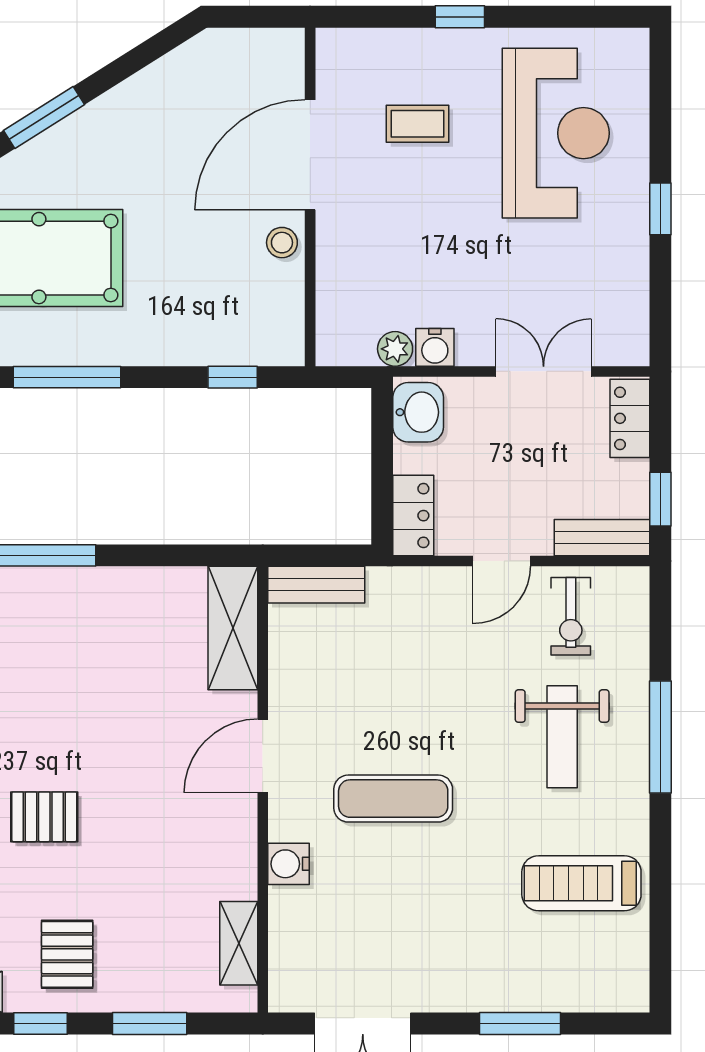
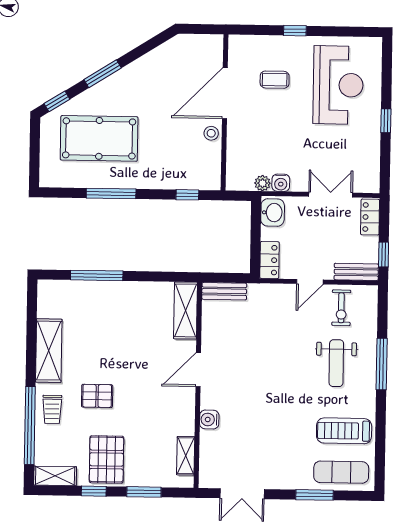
exercise mat: (393, 799) -> (341, 472), moved
pallet: (67, 954) -> (106, 459), width x1.50, depth x1.42

